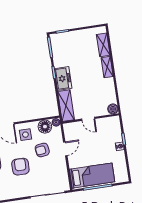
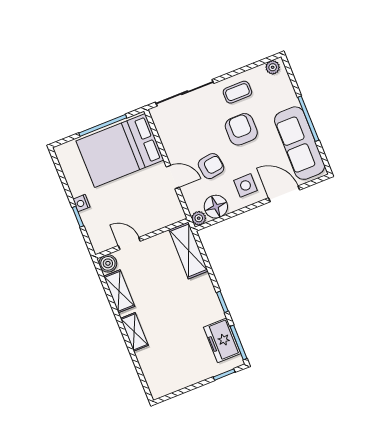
shelving: (103, 45) -> (119, 291), moved
freezer: (63, 78) -> (222, 340), moved
door: (88, 119) -> (129, 243), moved
door: (65, 149) -> (173, 177), swing flipped
armchair: (20, 167) -> (241, 129), turned 180
bed: (92, 176) -> (120, 150), width x1.50
coffee table: (18, 188) -> (237, 92), added

